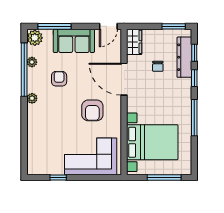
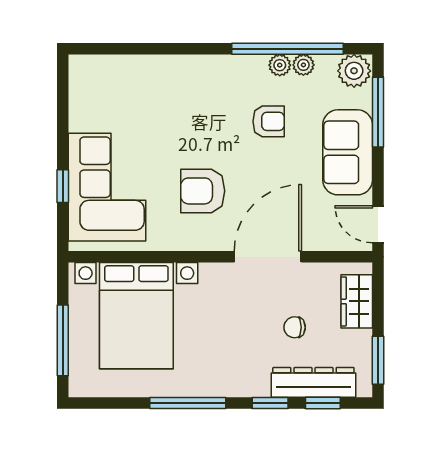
wardrobe: (134, 42) -> (357, 301), moved, turned 90
plant: (32, 98) -> (280, 65), moved
window: (58, 177) -> (63, 186), moved

